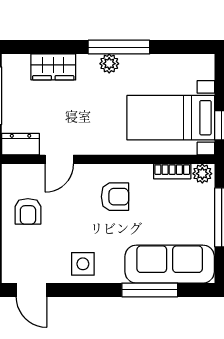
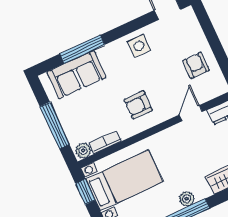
sofa: (170, 264) -> (76, 74), width x0.73

